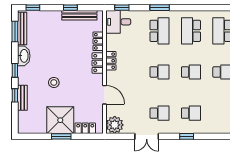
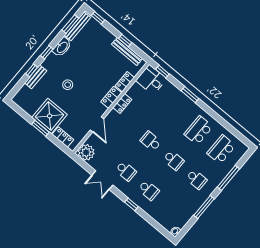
school desk: (160, 31) -> (176, 111), removed
school desk: (160, 72) -> (151, 141), turned 180

